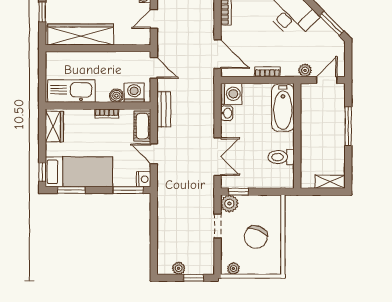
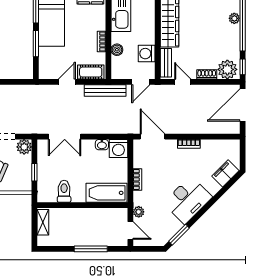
bench: (132, 39) -> (166, 63), added
door: (218, 54) -> (153, 137), swing flipped
washing machine: (134, 93) -> (147, 54), moved, turned 180
bench: (164, 109) -> (105, 90), width x1.36
nightstand: (144, 179) -> (45, 73), removed
shelving: (330, 182) -> (43, 222), moved
window: (128, 190) -> (36, 44), moved
window: (238, 192) -> (34, 172), moved

